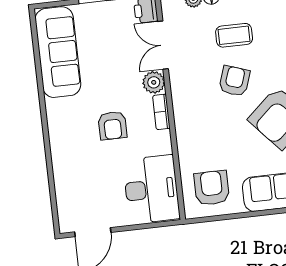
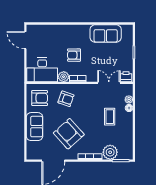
sofa: (58, 52) -> (106, 33), width x0.73
armchair: (234, 81) -> (66, 99), moved
plant: (154, 82) -> (64, 77), moved

